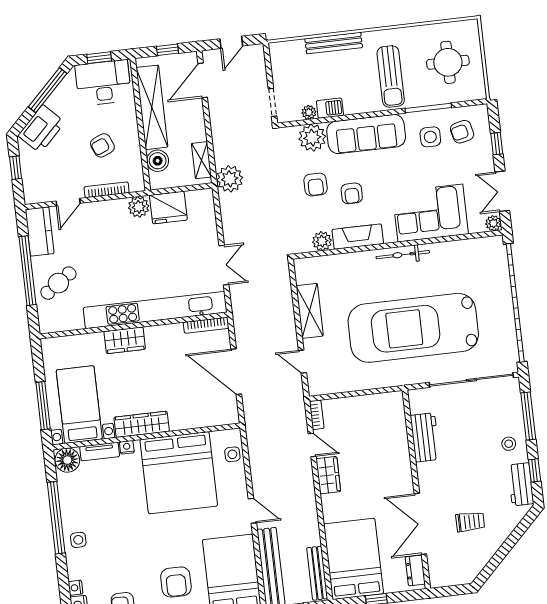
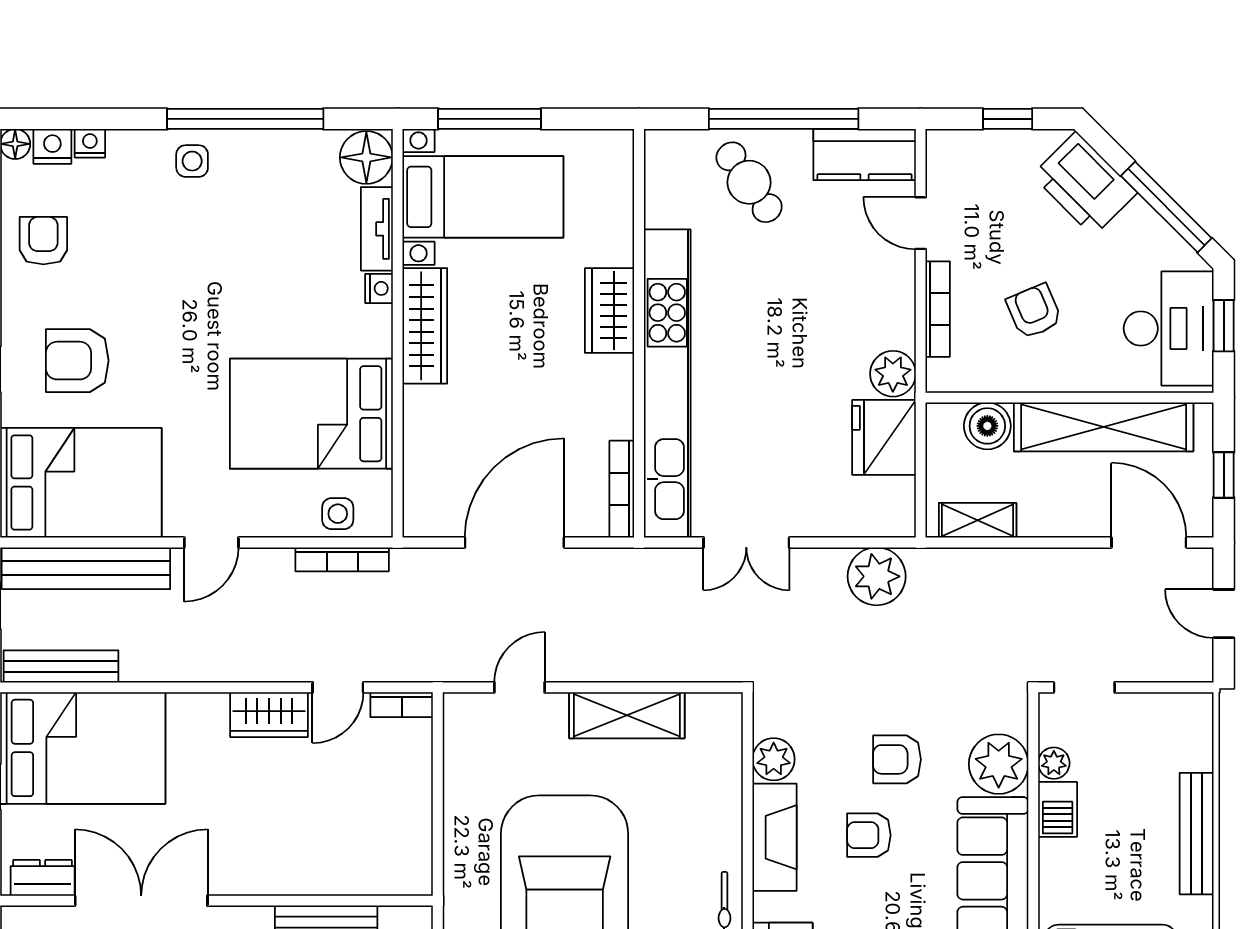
plant: (230, 179) -> (877, 576), moved
bookcase: (253, 450) -> (342, 559), added
bed: (179, 473) -> (311, 414), width x0.73

